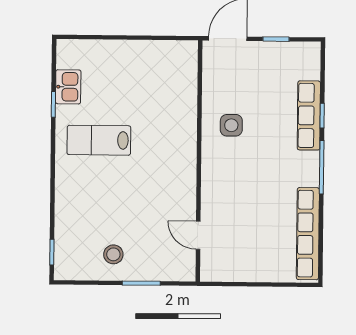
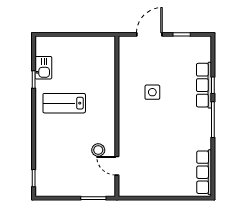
wall: (199, 161) -> (117, 116), moved
row of seats: (308, 234) -> (204, 172), width x0.73
door: (198, 235) -> (117, 166), moved
stool: (113, 254) -> (98, 150), moved

